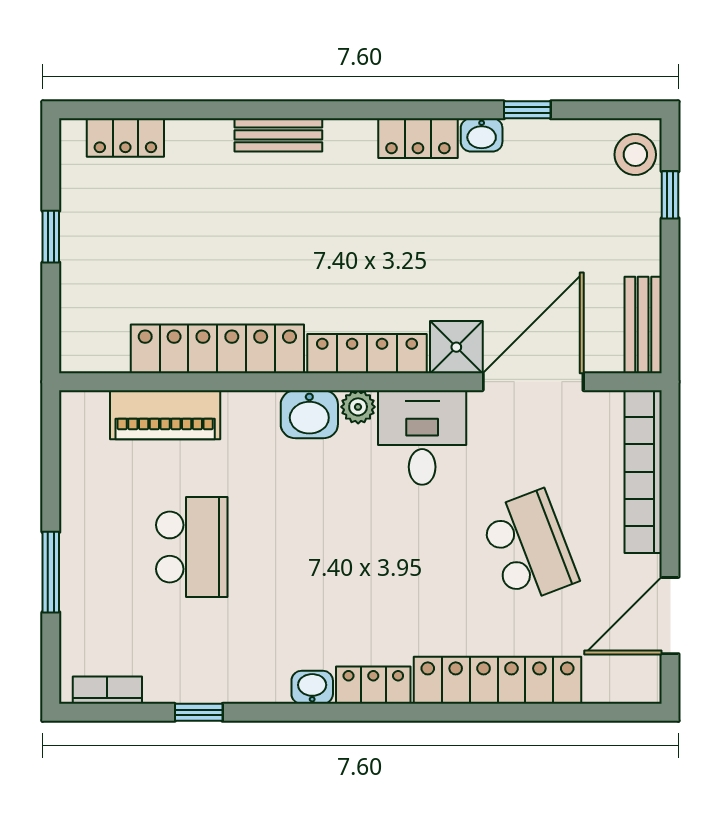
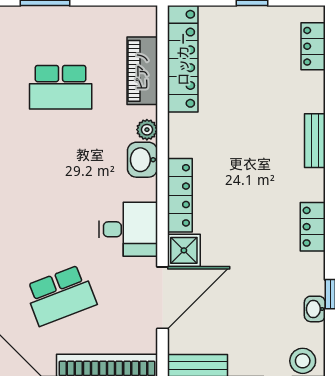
washbasin: (482, 135) -> (315, 309), moved
locker: (217, 349) -> (183, 59), moved
door: (533, 382) -> (163, 298), hinge flipped
plant: (358, 407) -> (147, 130), moved

